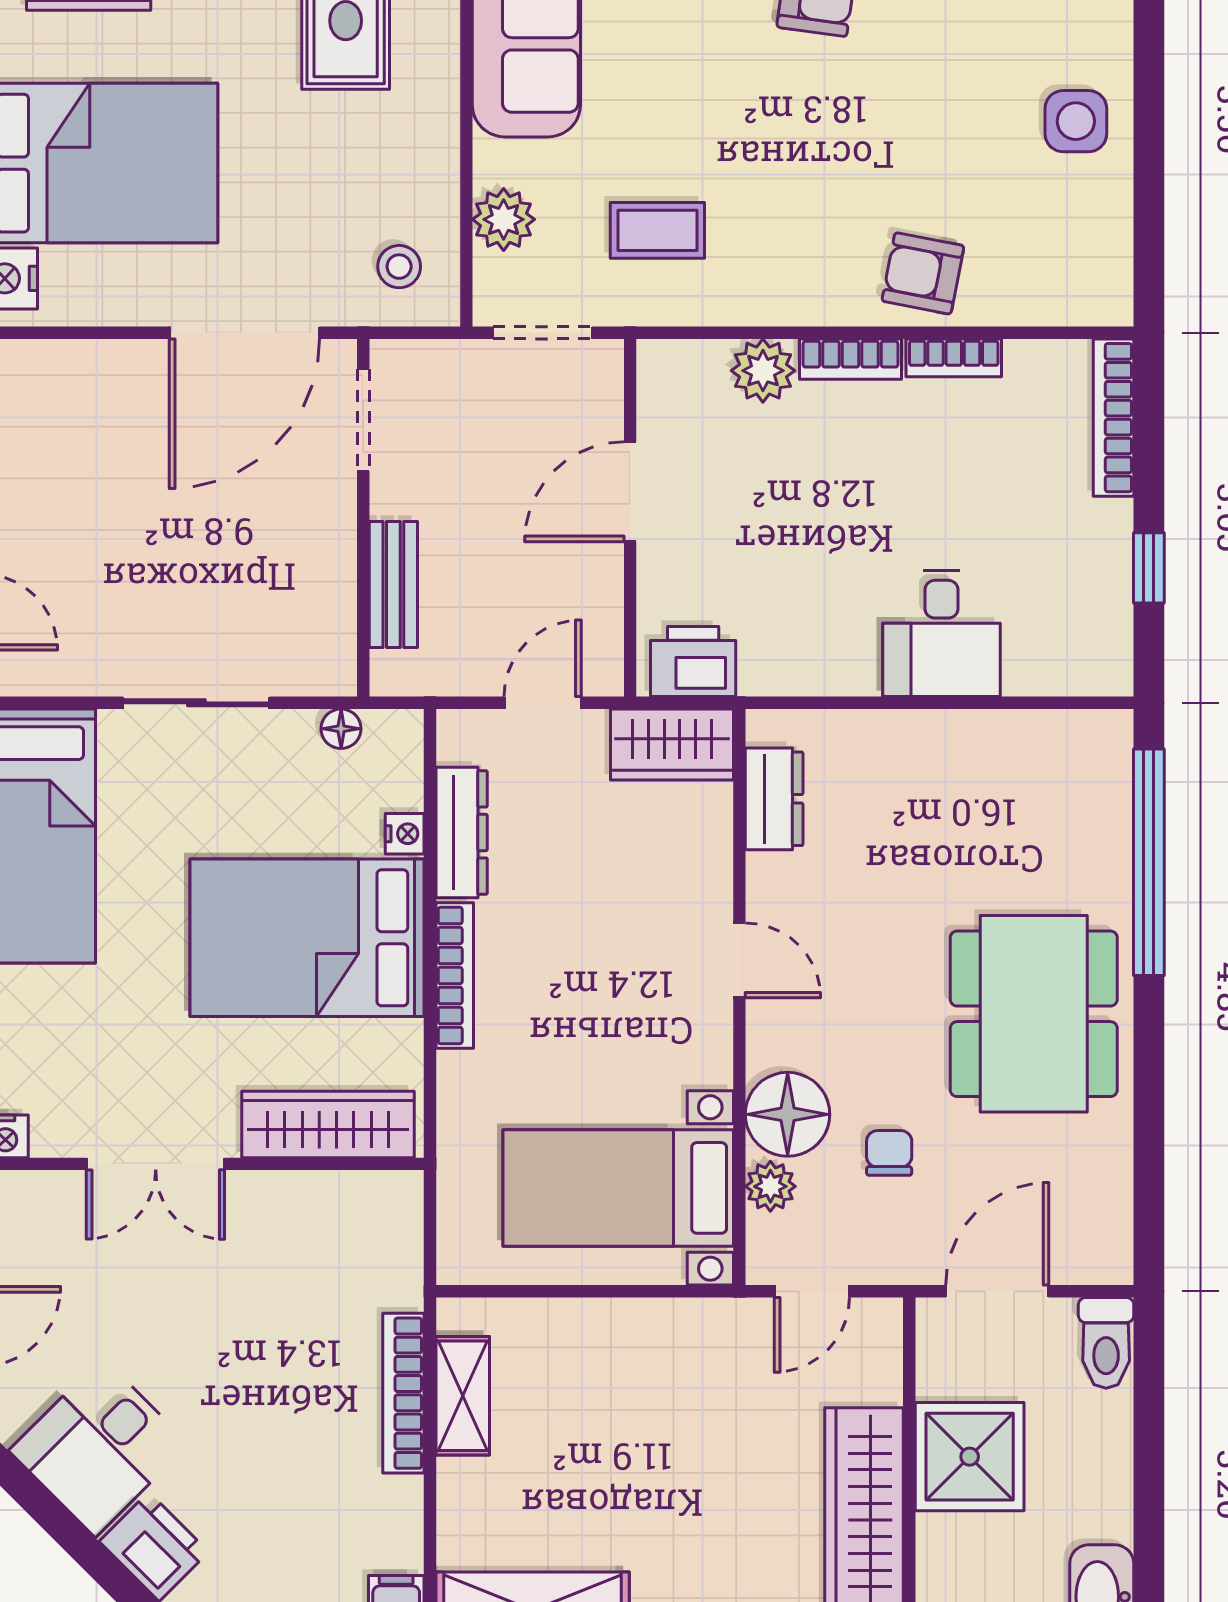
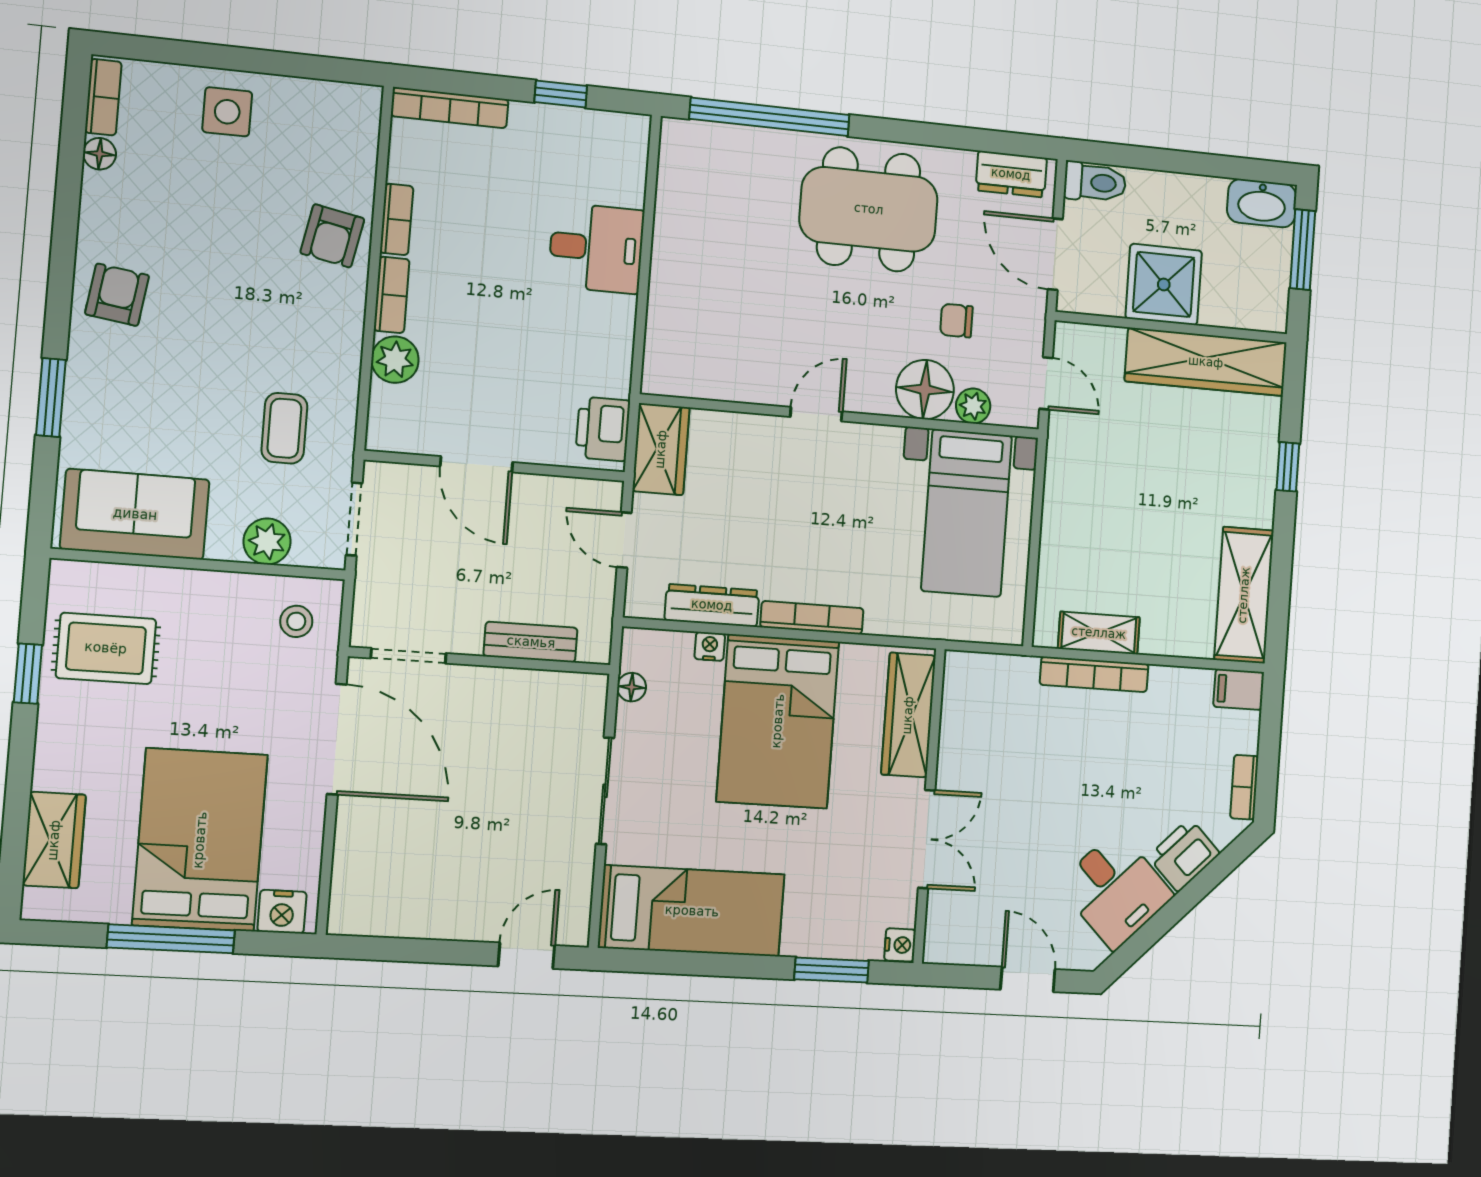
dresser: (774, 799) -> (1011, 174), moved, turned 180

